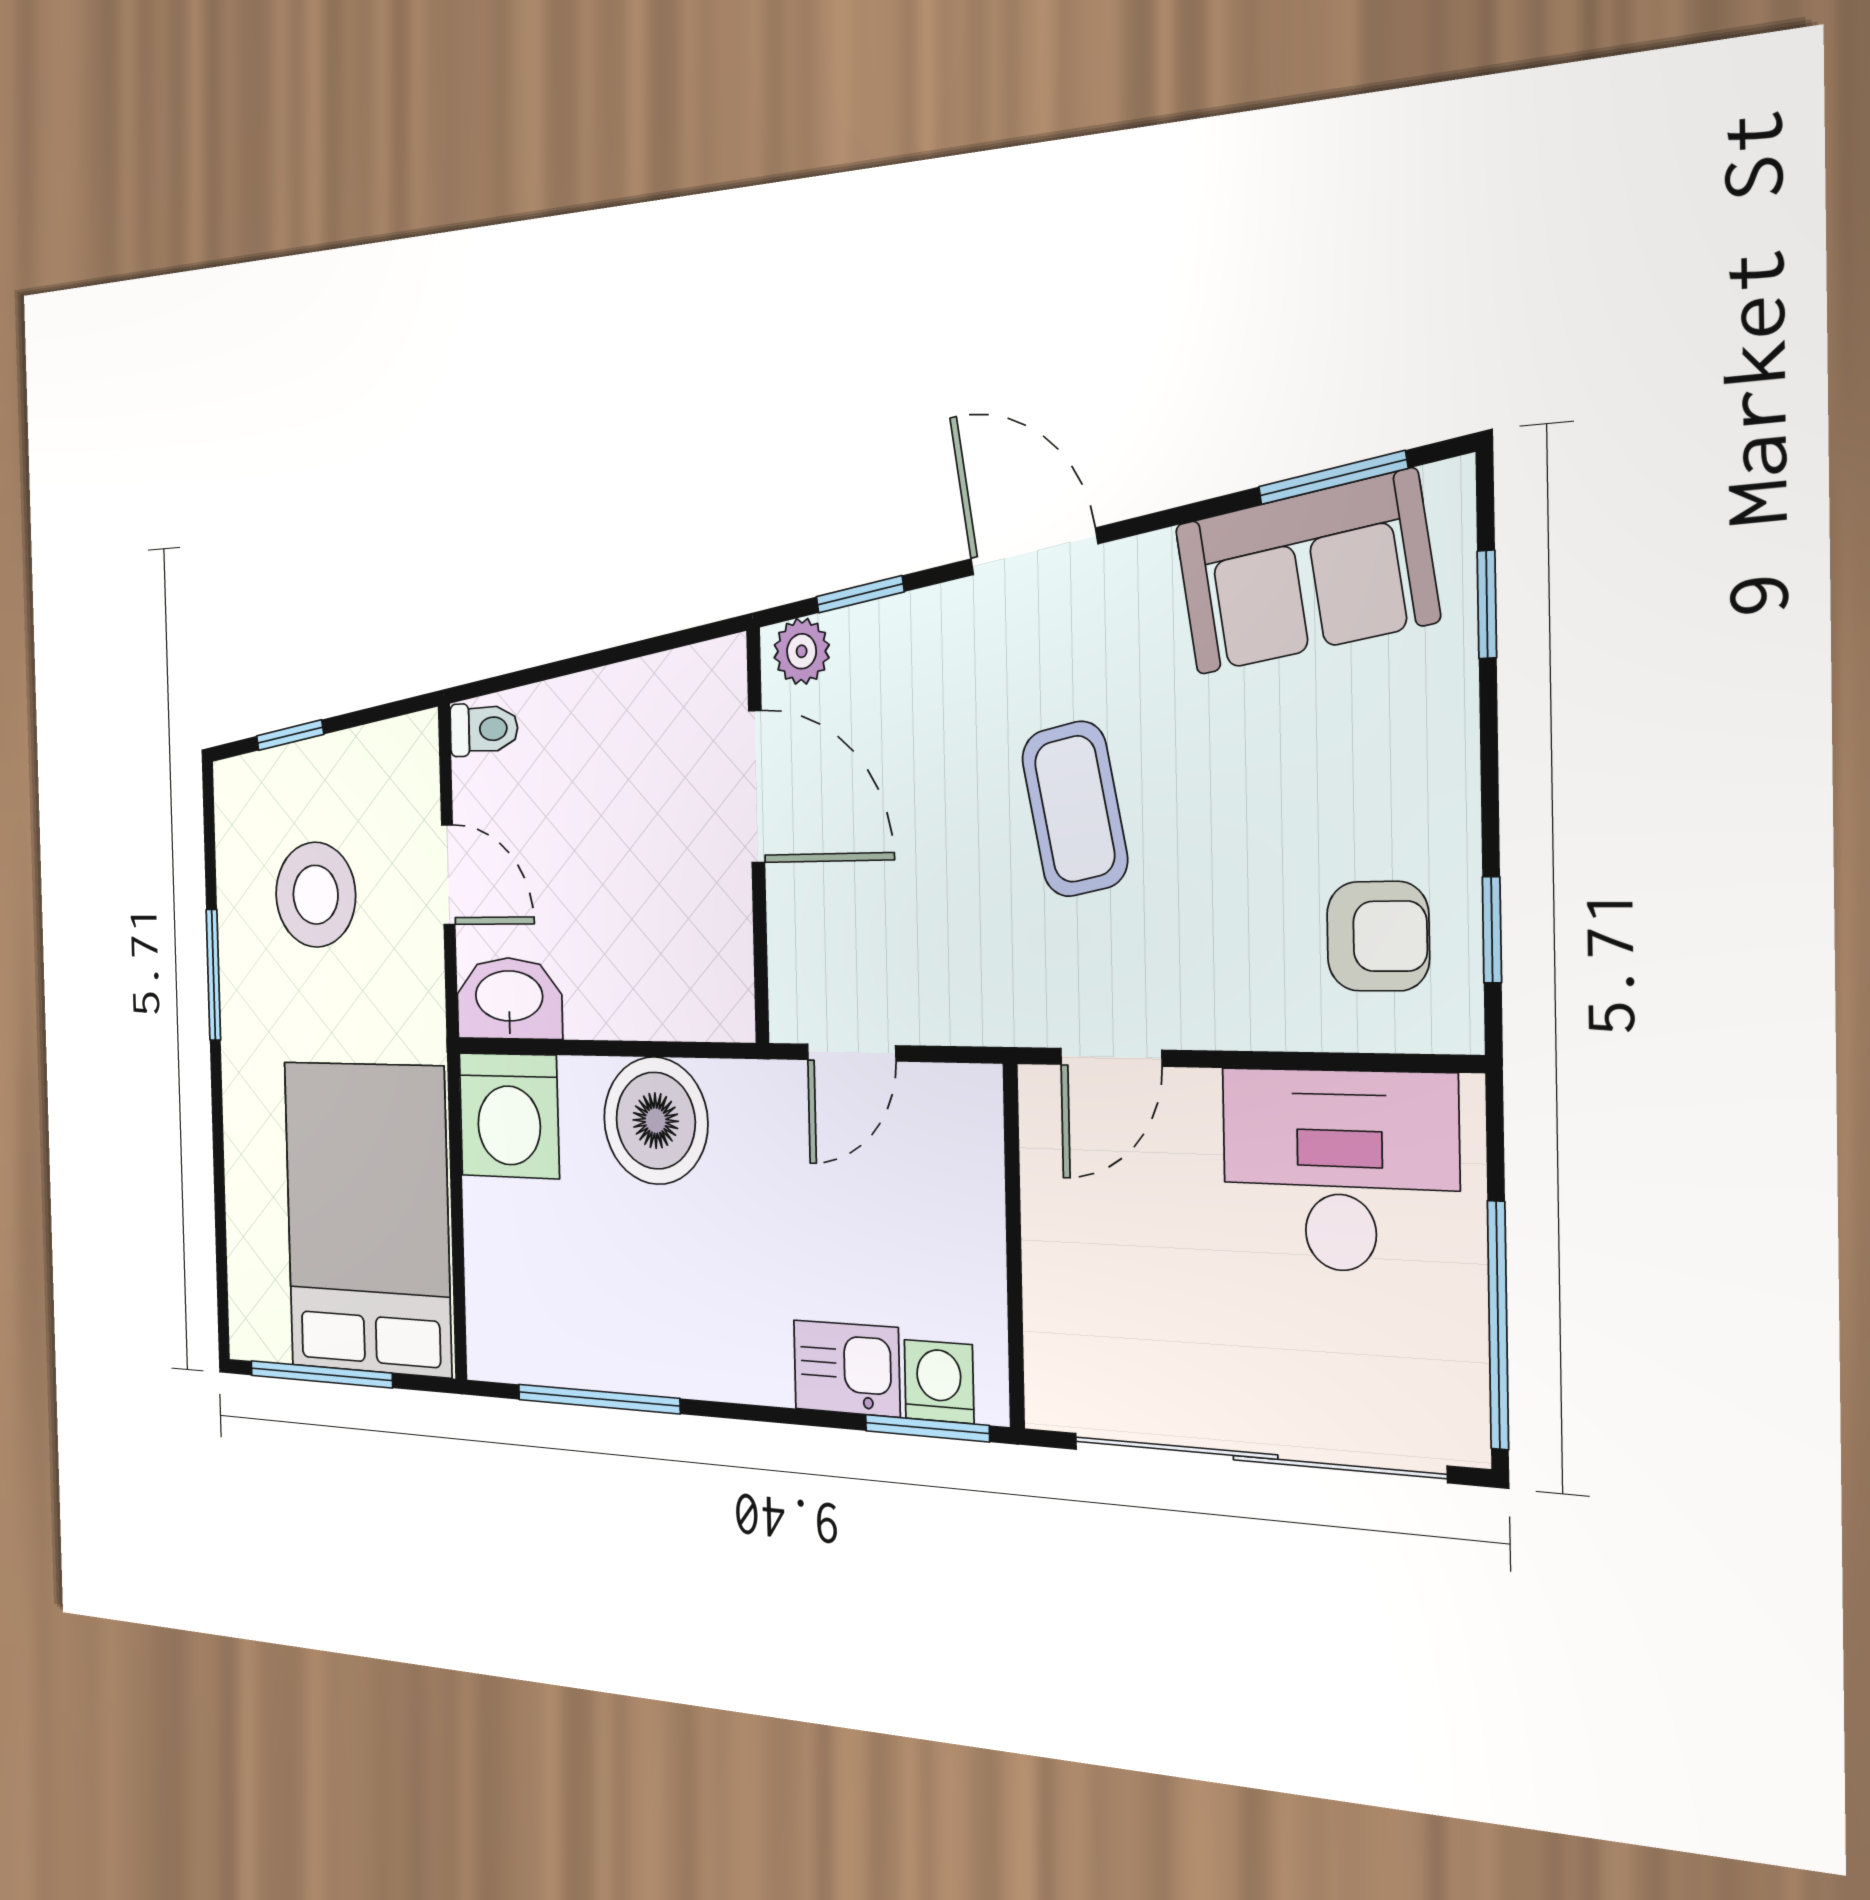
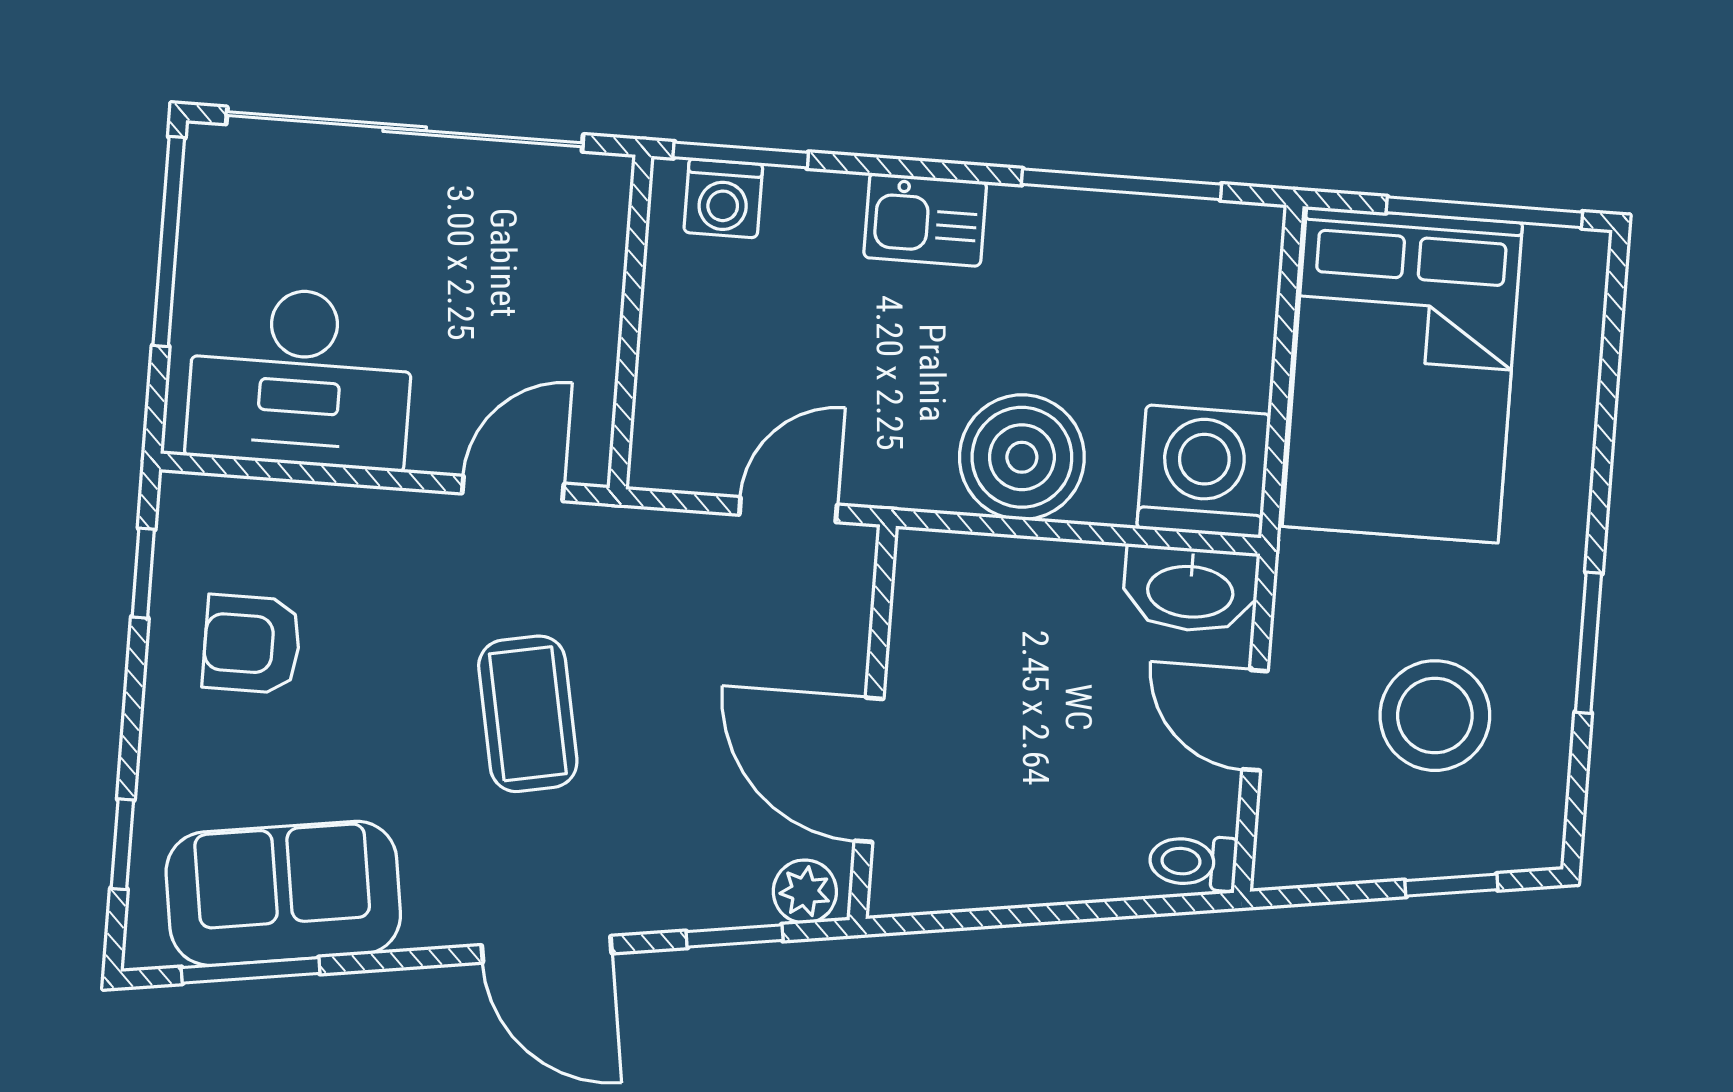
armchair: (1378, 936) -> (252, 644), moved
kitchen sink: (847, 1368) -> (925, 220), moved

